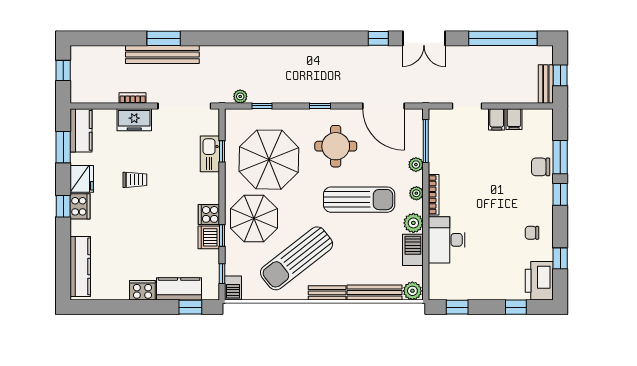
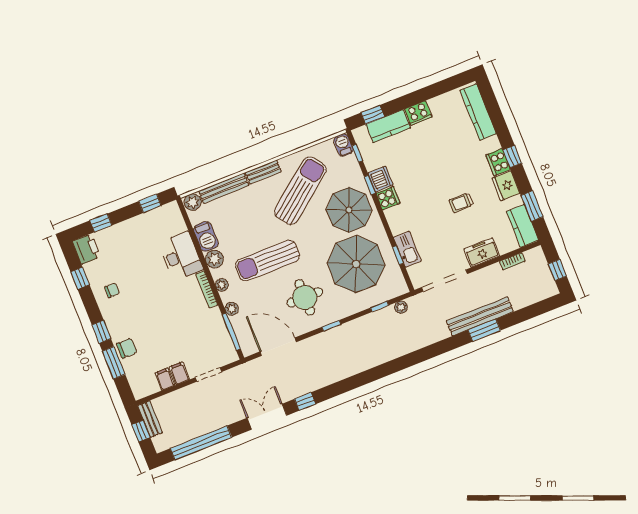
bookcase: (133, 98) -> (512, 261), moved
printer: (539, 281) -> (86, 249), width x0.73, depth x0.84

